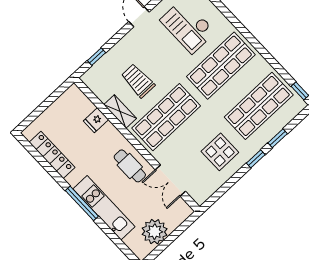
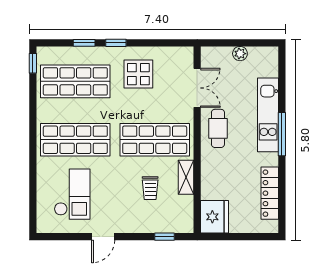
trolley: (138, 81) -> (150, 188), width x0.73, depth x0.72
fridge: (96, 120) -> (214, 217), moved, width x1.88, depth x1.34
plant: (155, 232) -> (240, 54), width x0.53, depth x0.53

